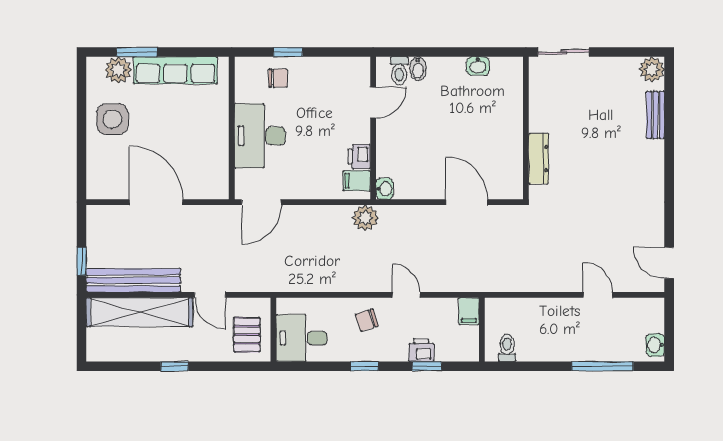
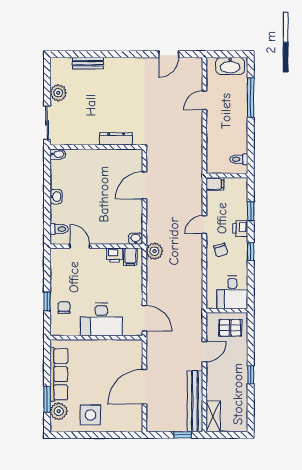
washbasin: (478, 66) -> (56, 197), moved
bidet: (418, 69) -> (58, 154), moved
plant: (652, 69) -> (58, 93), moved
door: (669, 263) -> (169, 54), moved
shelving: (139, 312) -> (213, 416), width x0.45, depth x0.75
washbasin: (655, 345) -> (230, 66), width x1.91, depth x1.45
printer: (421, 350) -> (240, 229), moved

